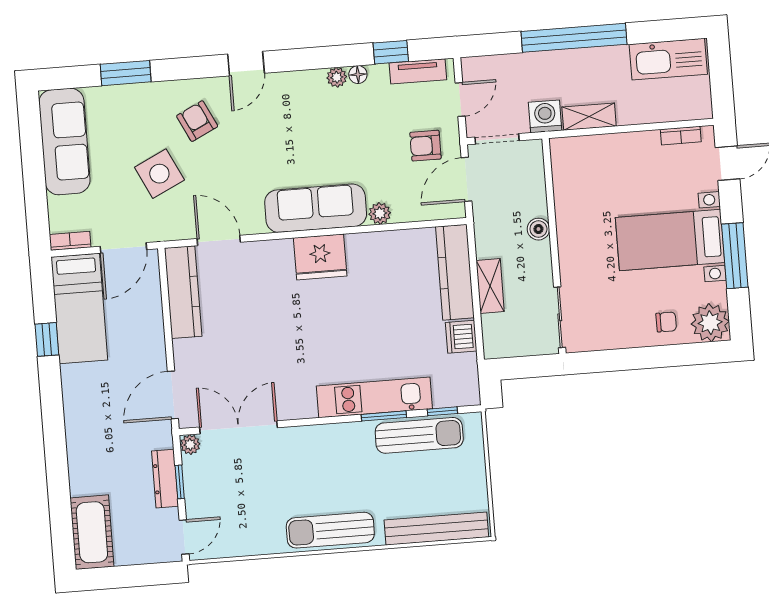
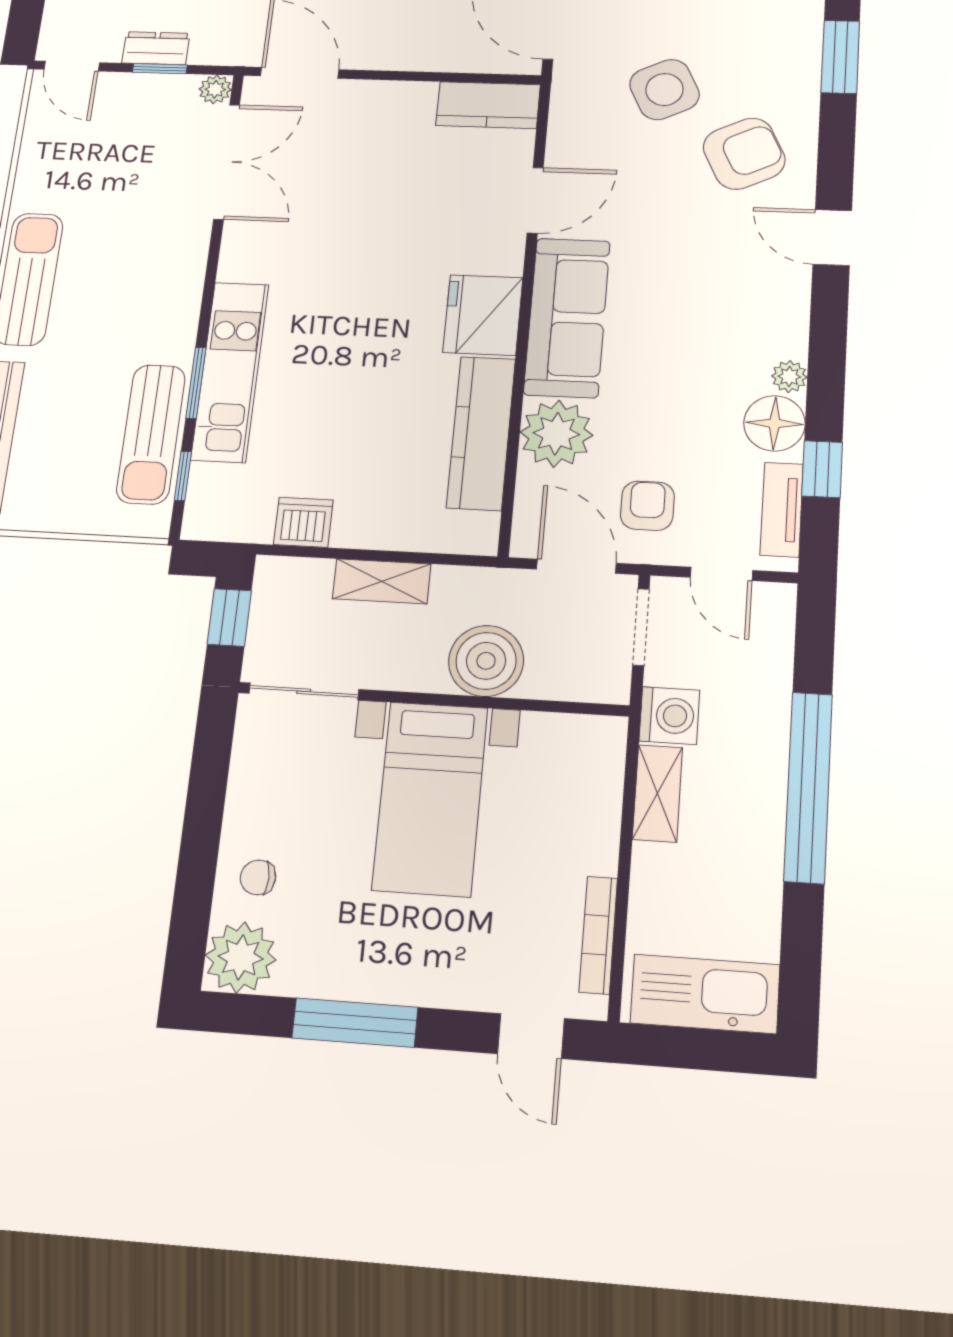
kitchen sink: (668, 59) -> (705, 994), moved, turned 90
floor lamp: (358, 75) -> (774, 423), width x1.89, depth x1.89
armchair: (197, 121) -> (744, 154), width x1.38, depth x1.38
bookcase: (681, 136) -> (598, 935), width x1.56
plant: (380, 213) -> (556, 434), width x1.88, depth x1.88
boiler: (538, 229) -> (486, 661), width x1.86, depth x1.86
door: (219, 240) -> (535, 200), moved
bed with nightstands: (670, 240) -> (430, 798), moved, turned 180
kitchen counter: (455, 272) -> (481, 433), moved, turned -90
kitchen counter: (183, 292) -> (488, 105), width x0.67
chair: (666, 322) -> (258, 877), turned 90
window: (523, 367) -> (229, 618), added
dresser: (165, 479) -> (156, 48), width x0.70

